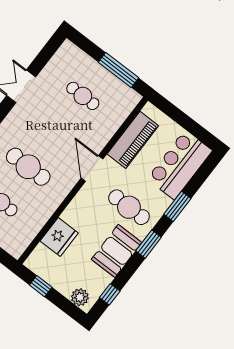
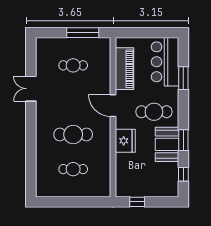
window: (177, 206) -> (183, 78), moved
fridge: (59, 237) -> (125, 141), moved
window: (148, 244) -> (183, 140), moved
plant: (80, 297) -> (166, 190), removed

